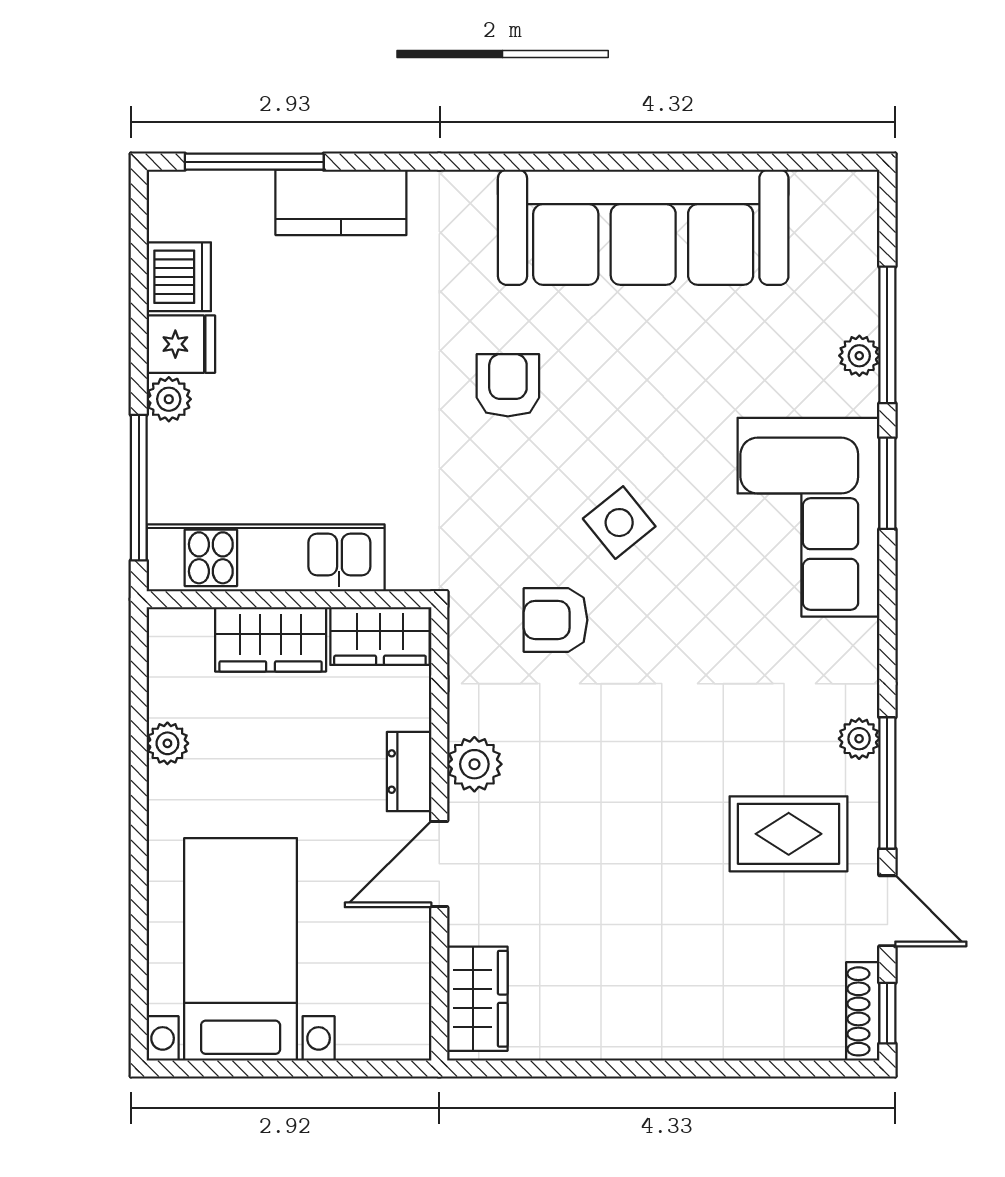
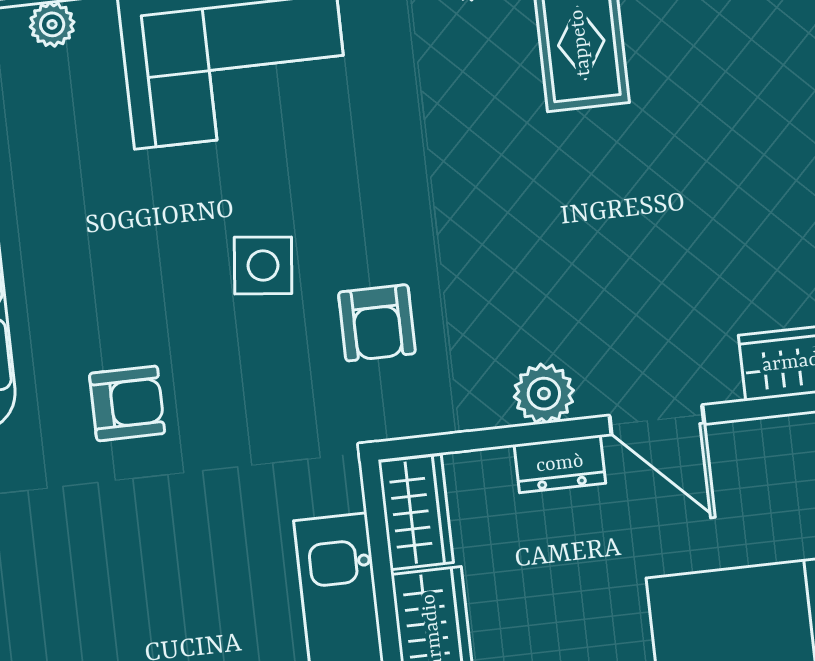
armchair: (508, 385) -> (127, 403), turned 180
side table: (619, 523) -> (263, 265), turned 45

